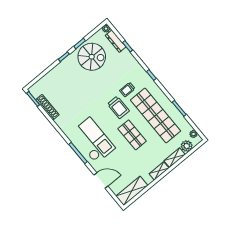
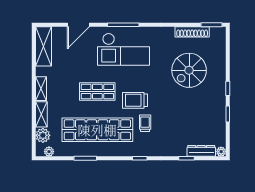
spiral stairs: (92, 57) -> (189, 70), moved

